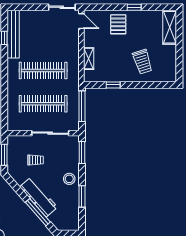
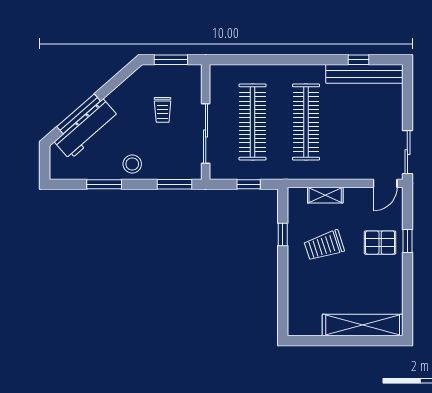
window: (134, 7) -> (407, 241), moved
shelving: (170, 27) -> (363, 325), width x1.47
trolley: (142, 62) -> (324, 246), moved
window: (82, 106) -> (249, 184), width x0.46
workbench: (39, 197) -> (87, 129), moved

